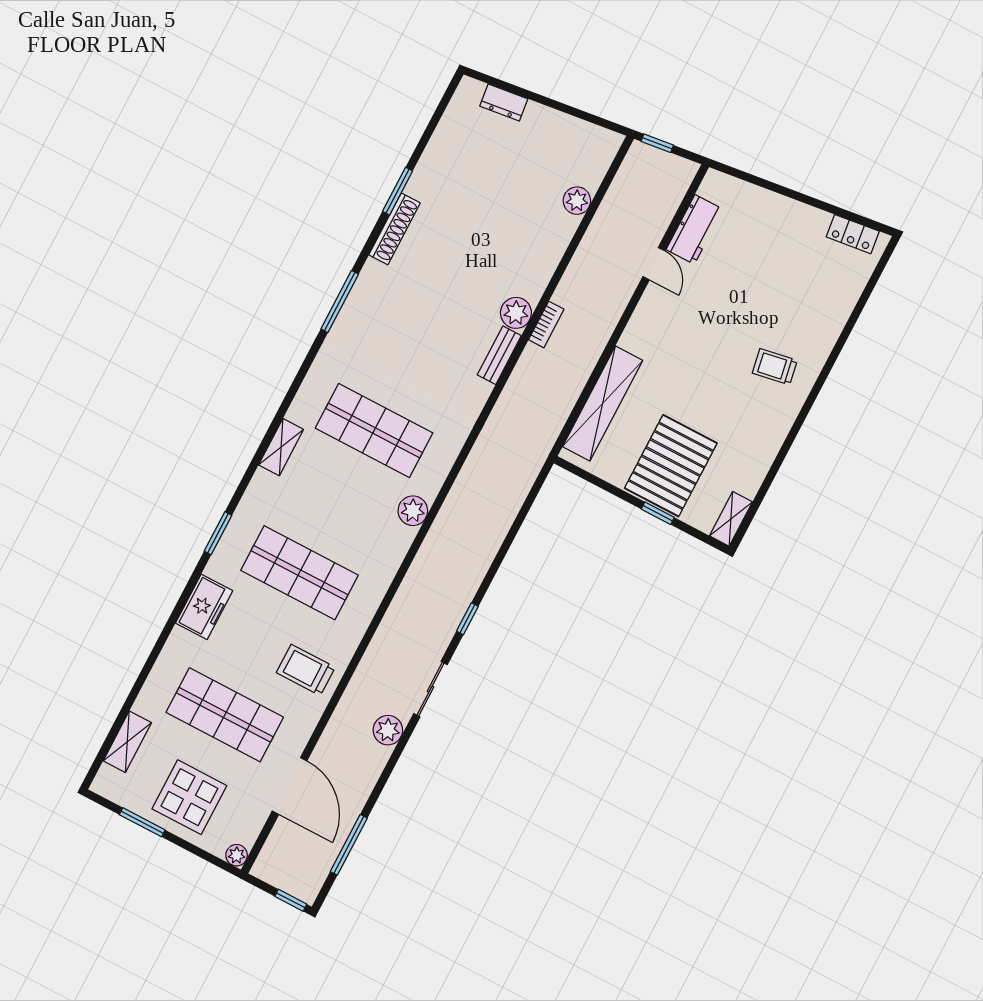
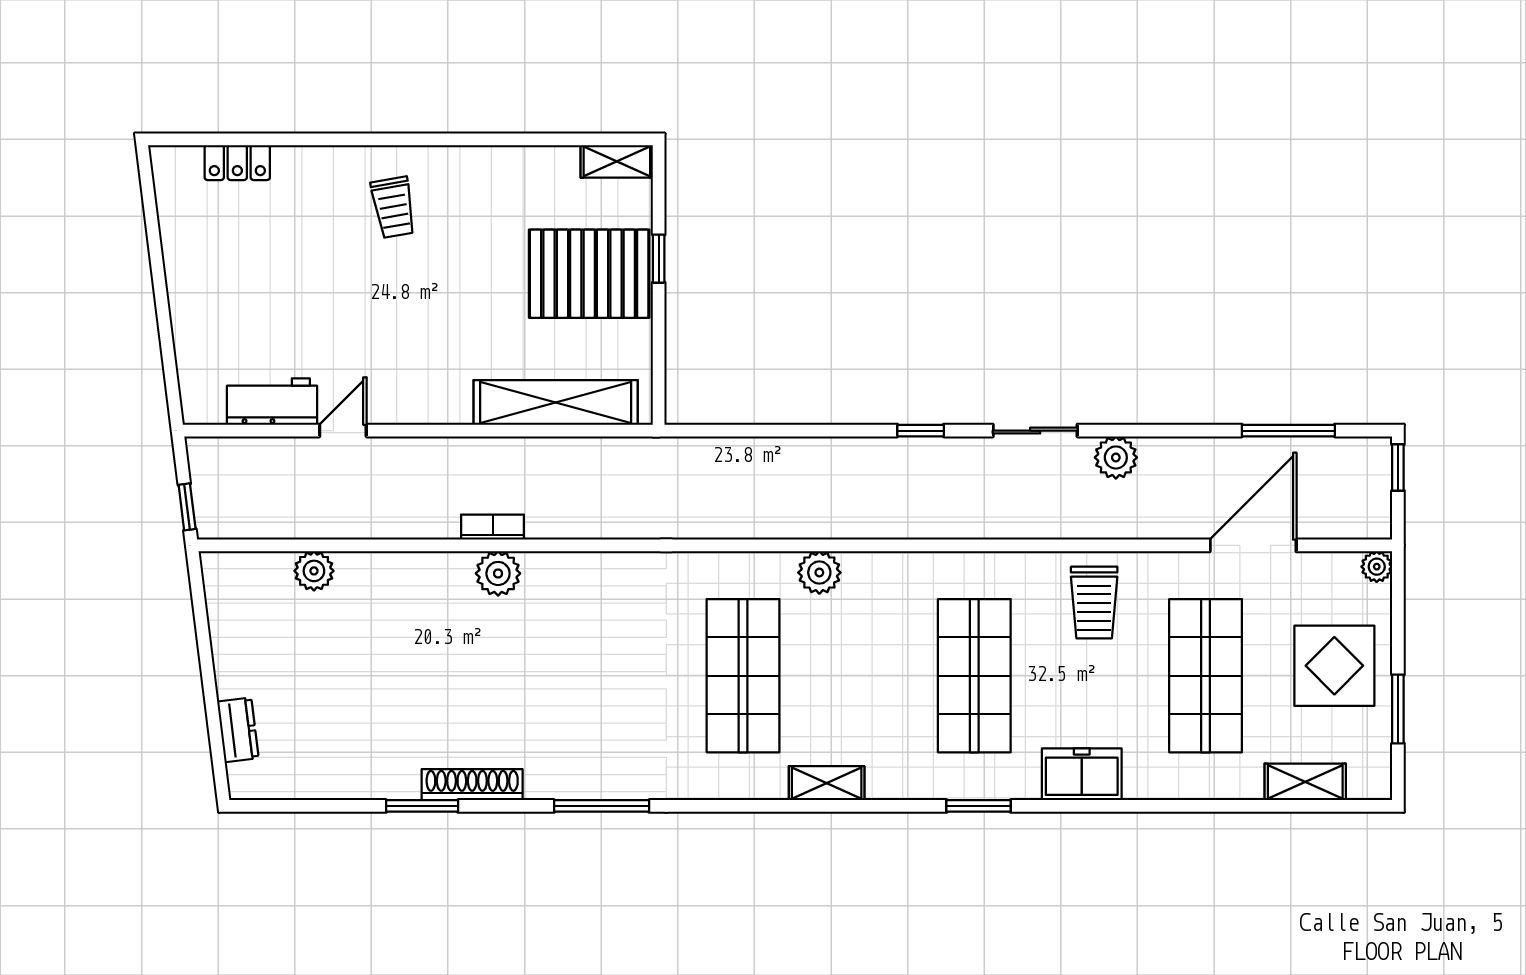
locker: (853, 234) -> (237, 163), moved, turned 97
bench: (499, 355) -> (563, 566), removed

